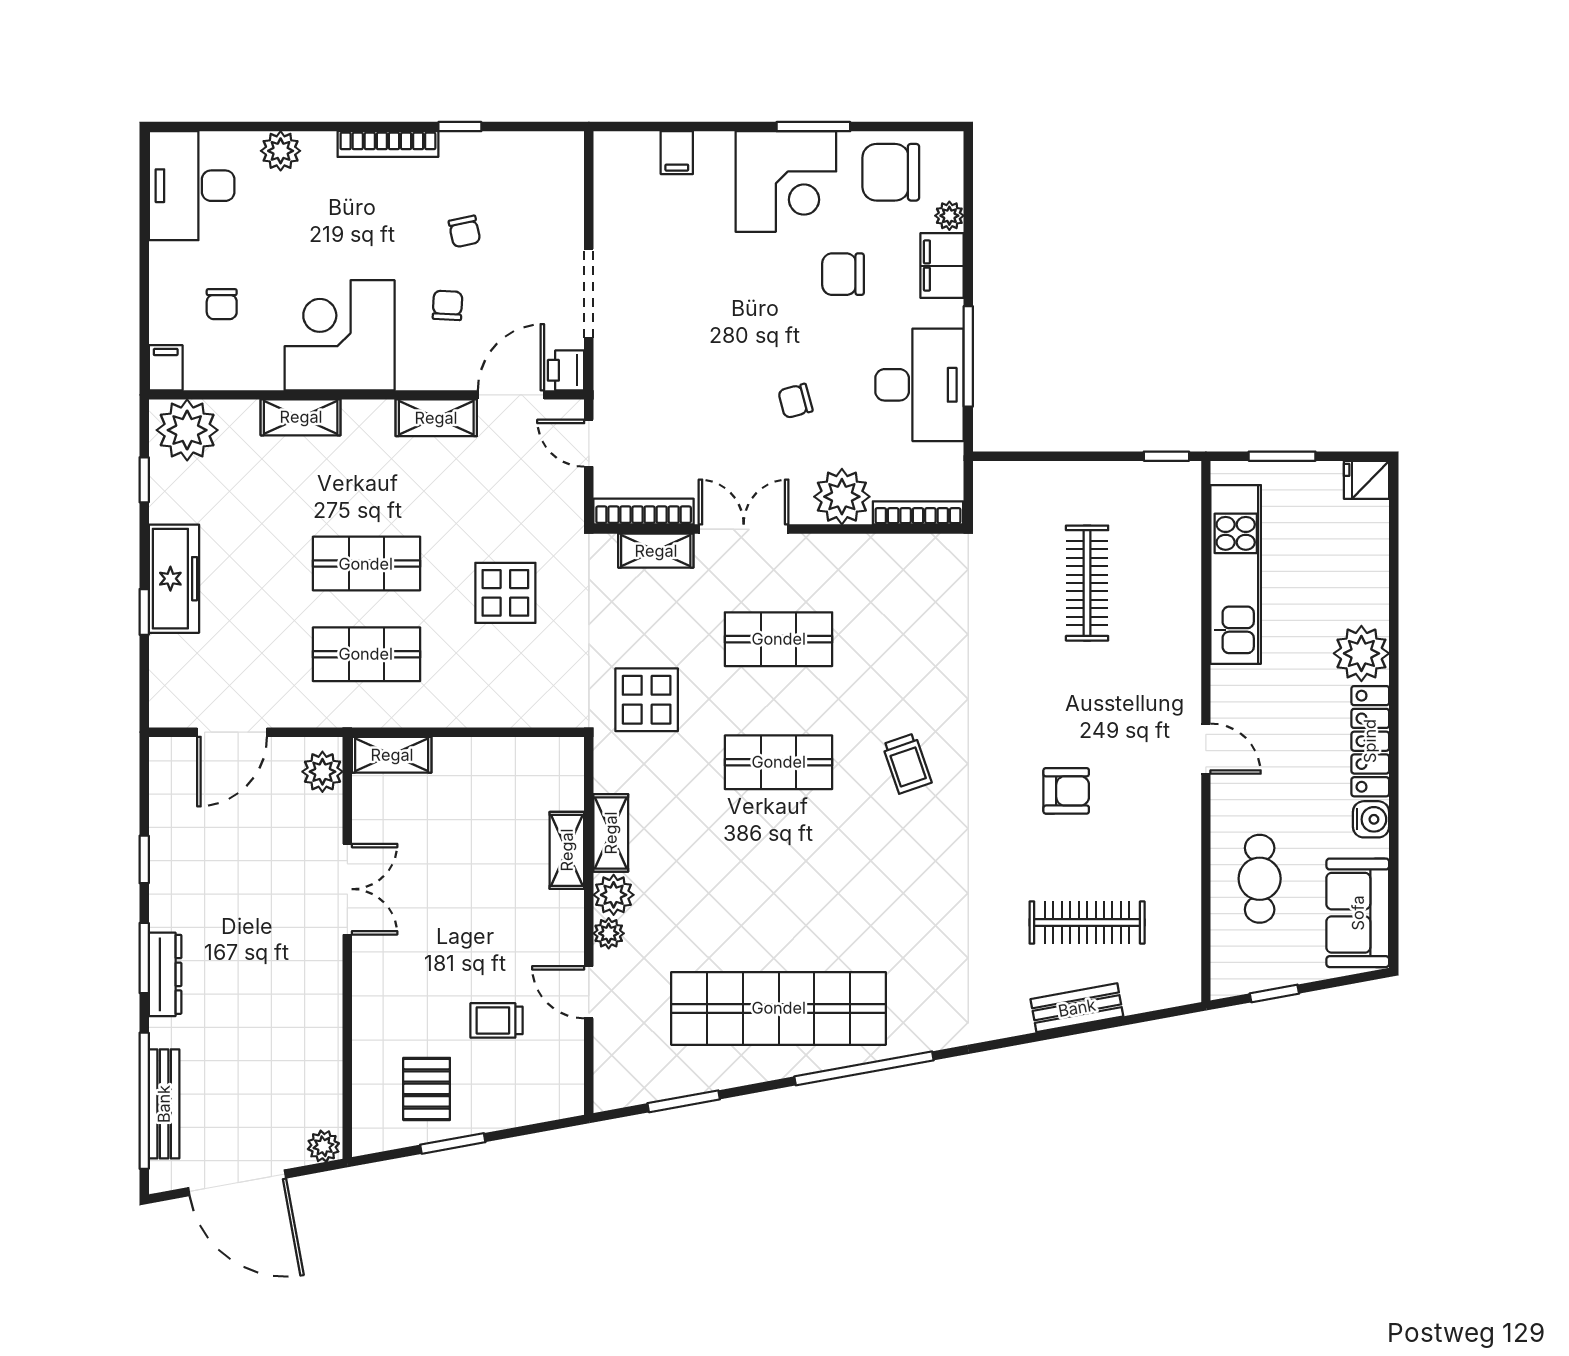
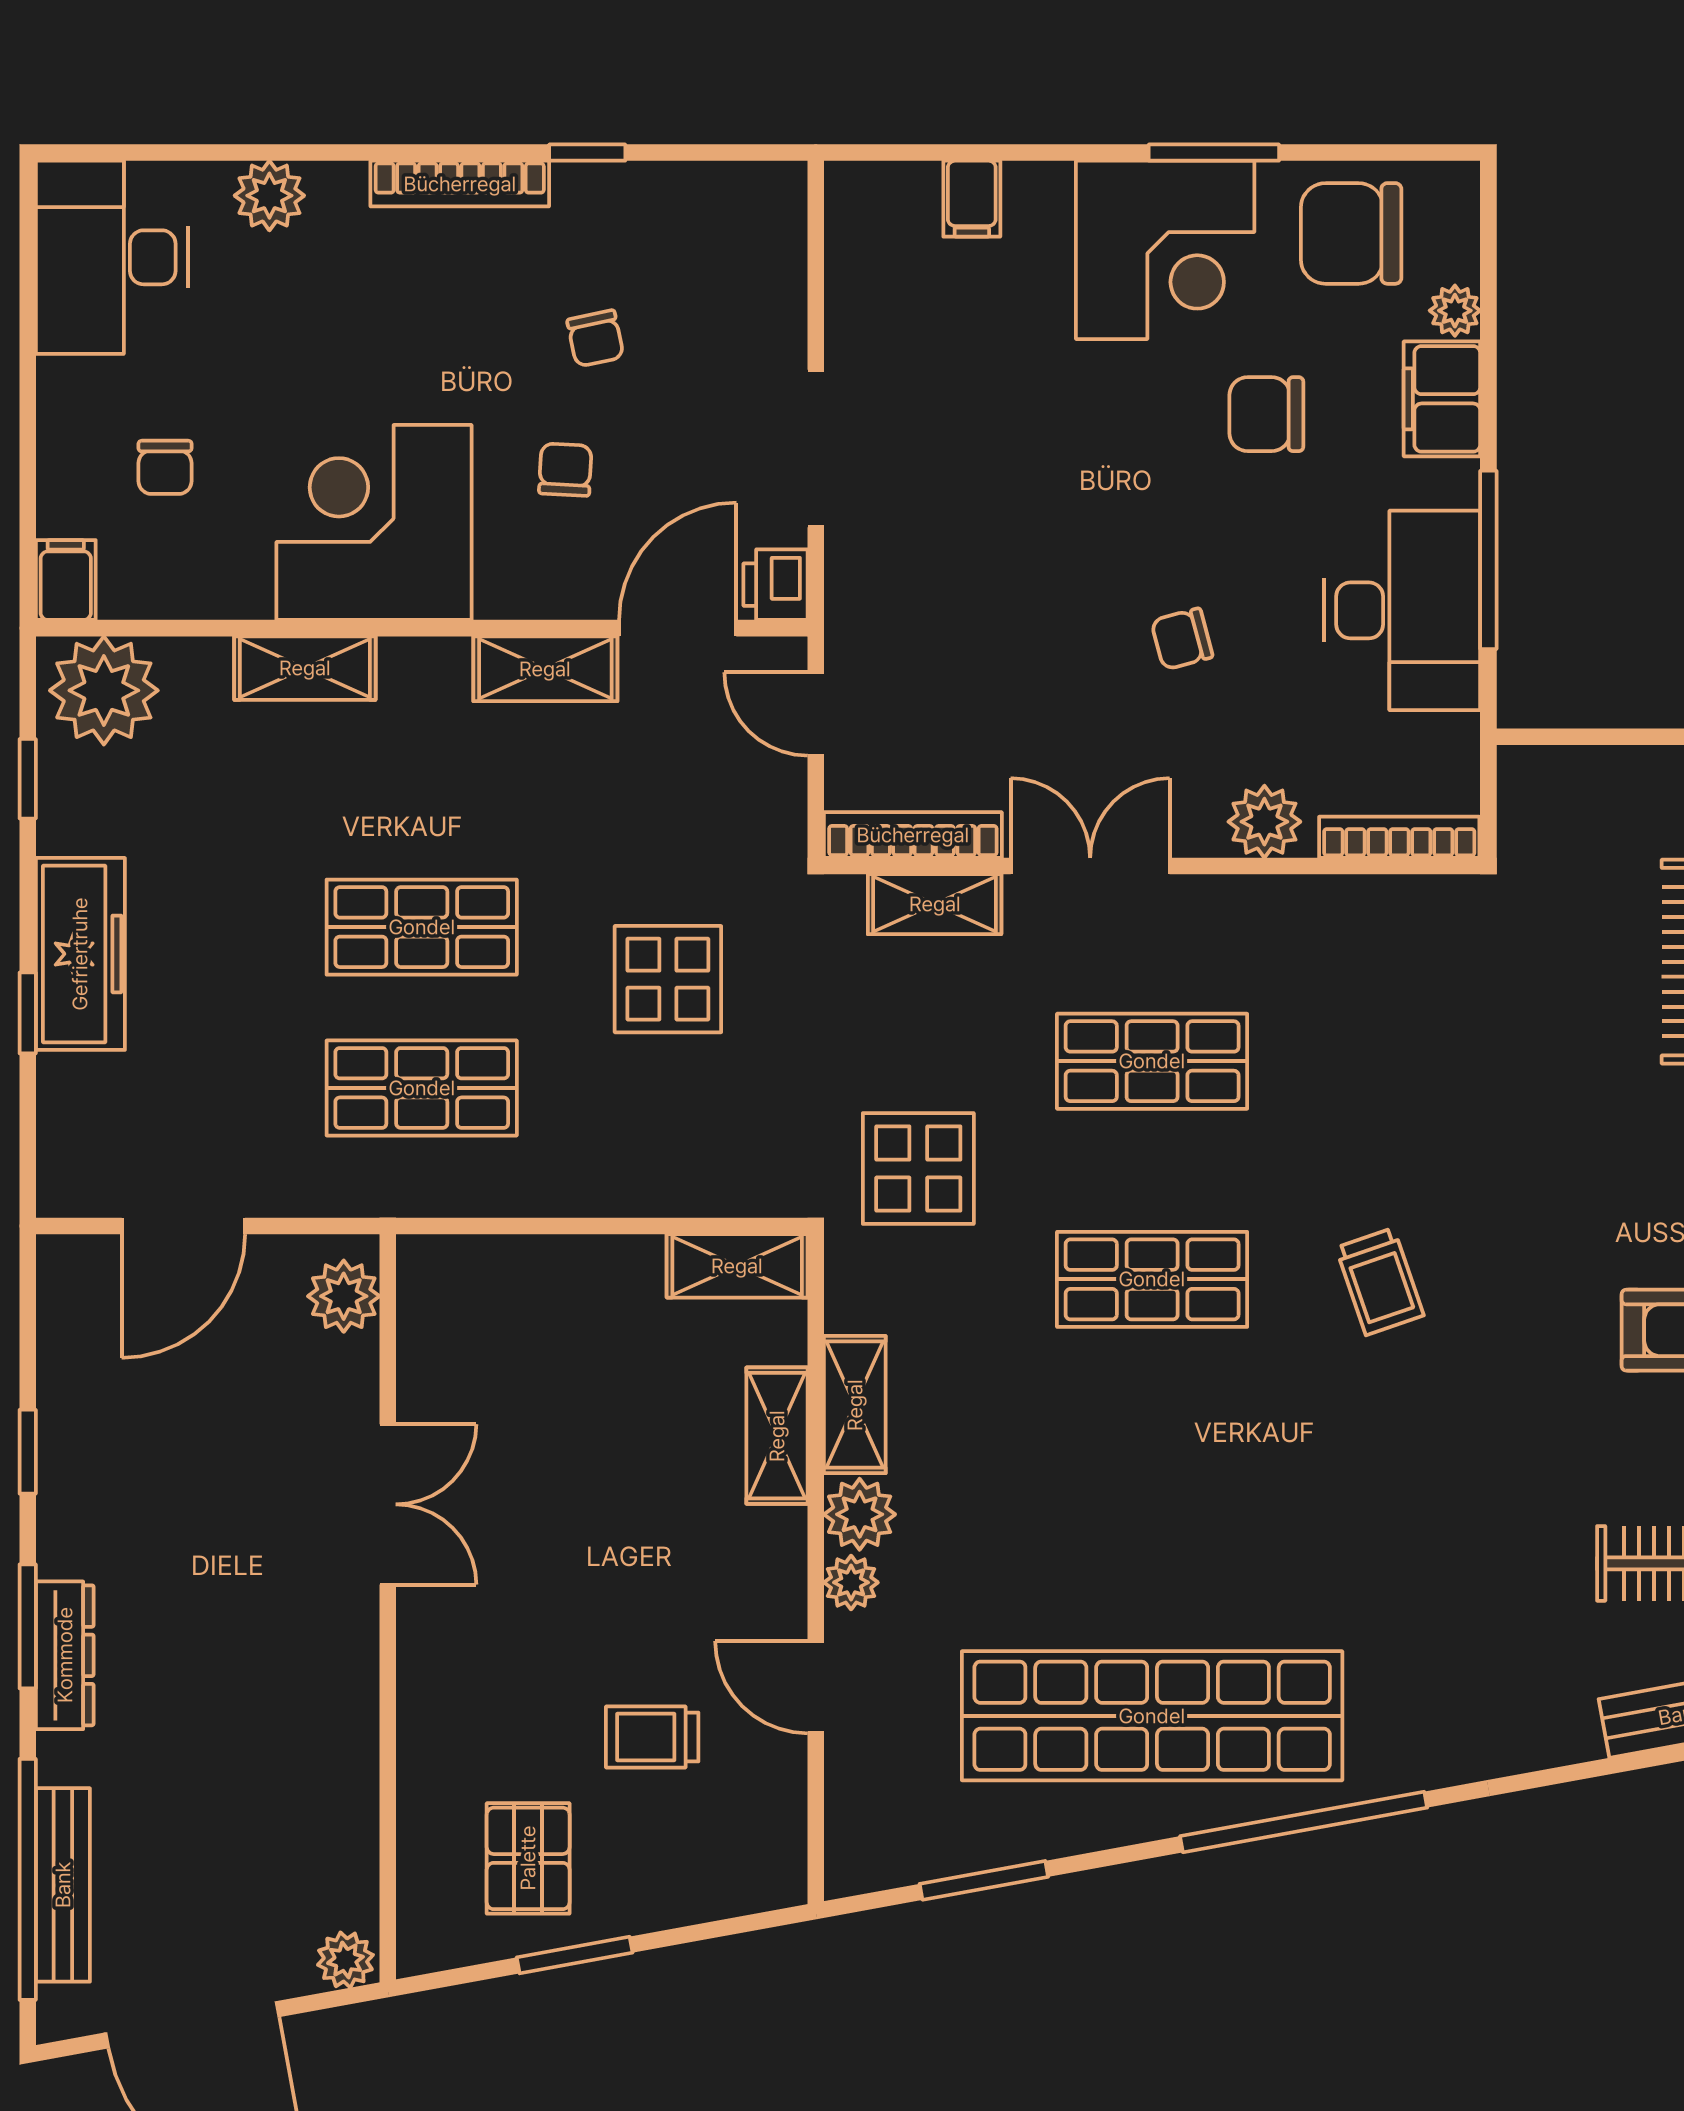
plant: (842, 497) -> (1264, 822), width x0.73, depth x0.73
shelving: (392, 755) -> (737, 1266), moved

